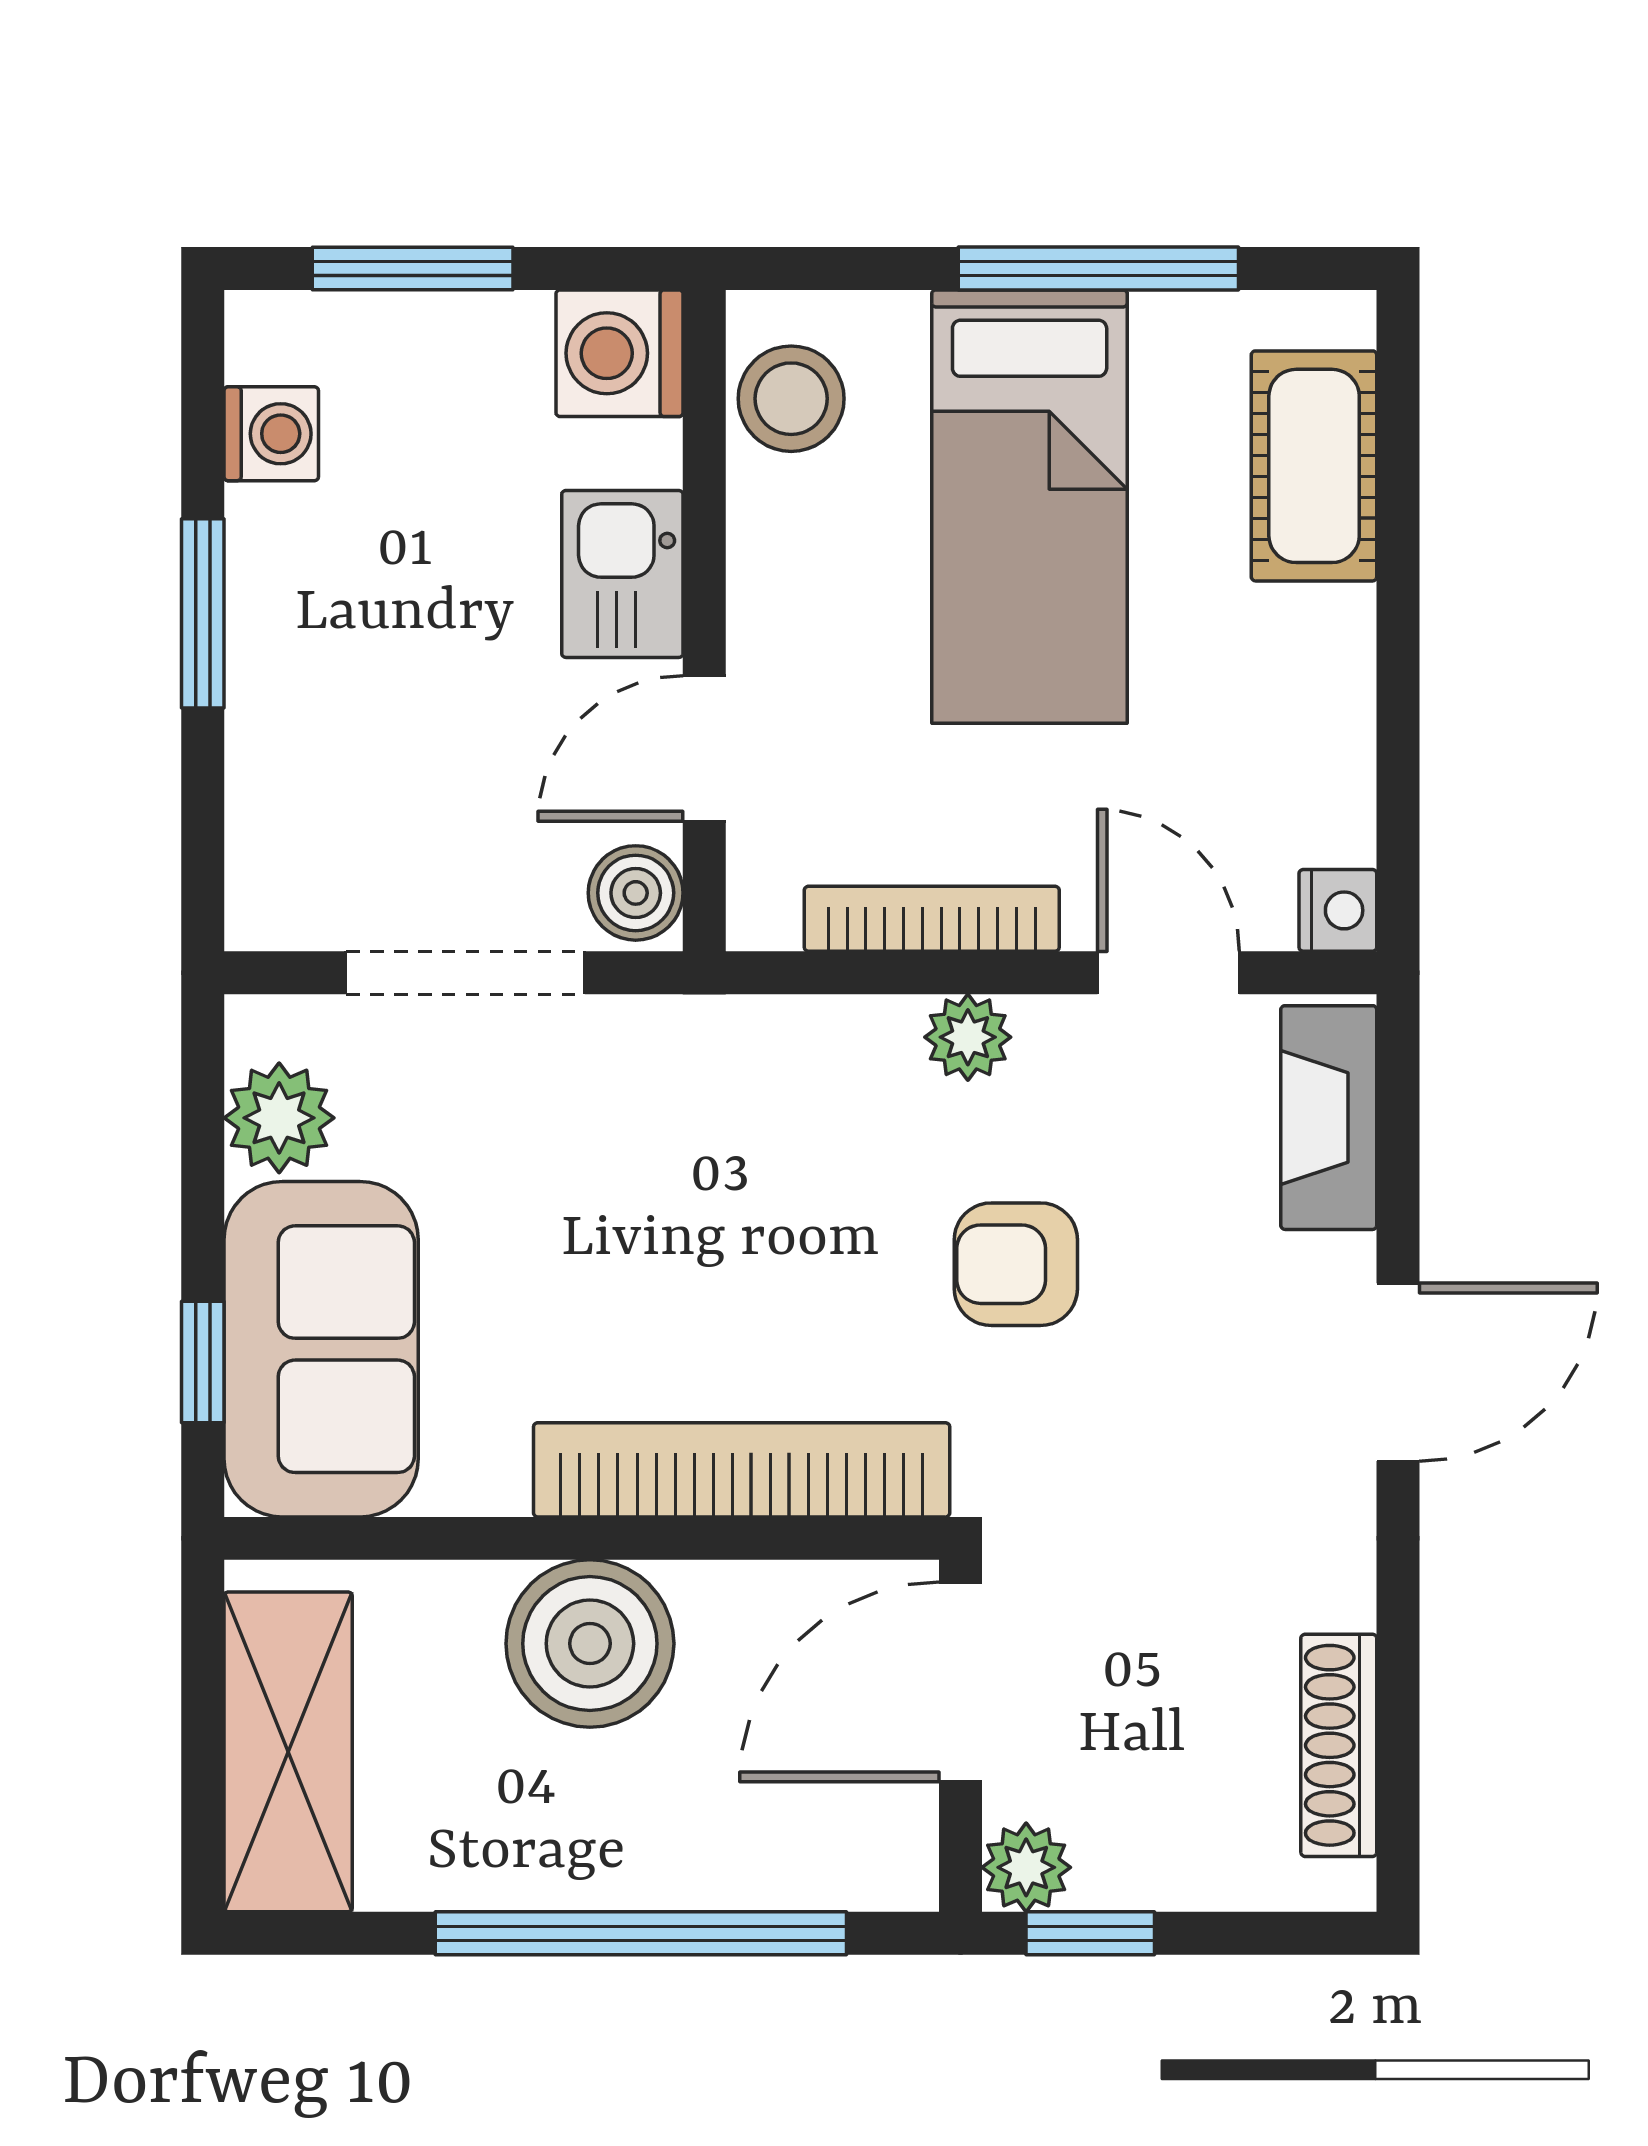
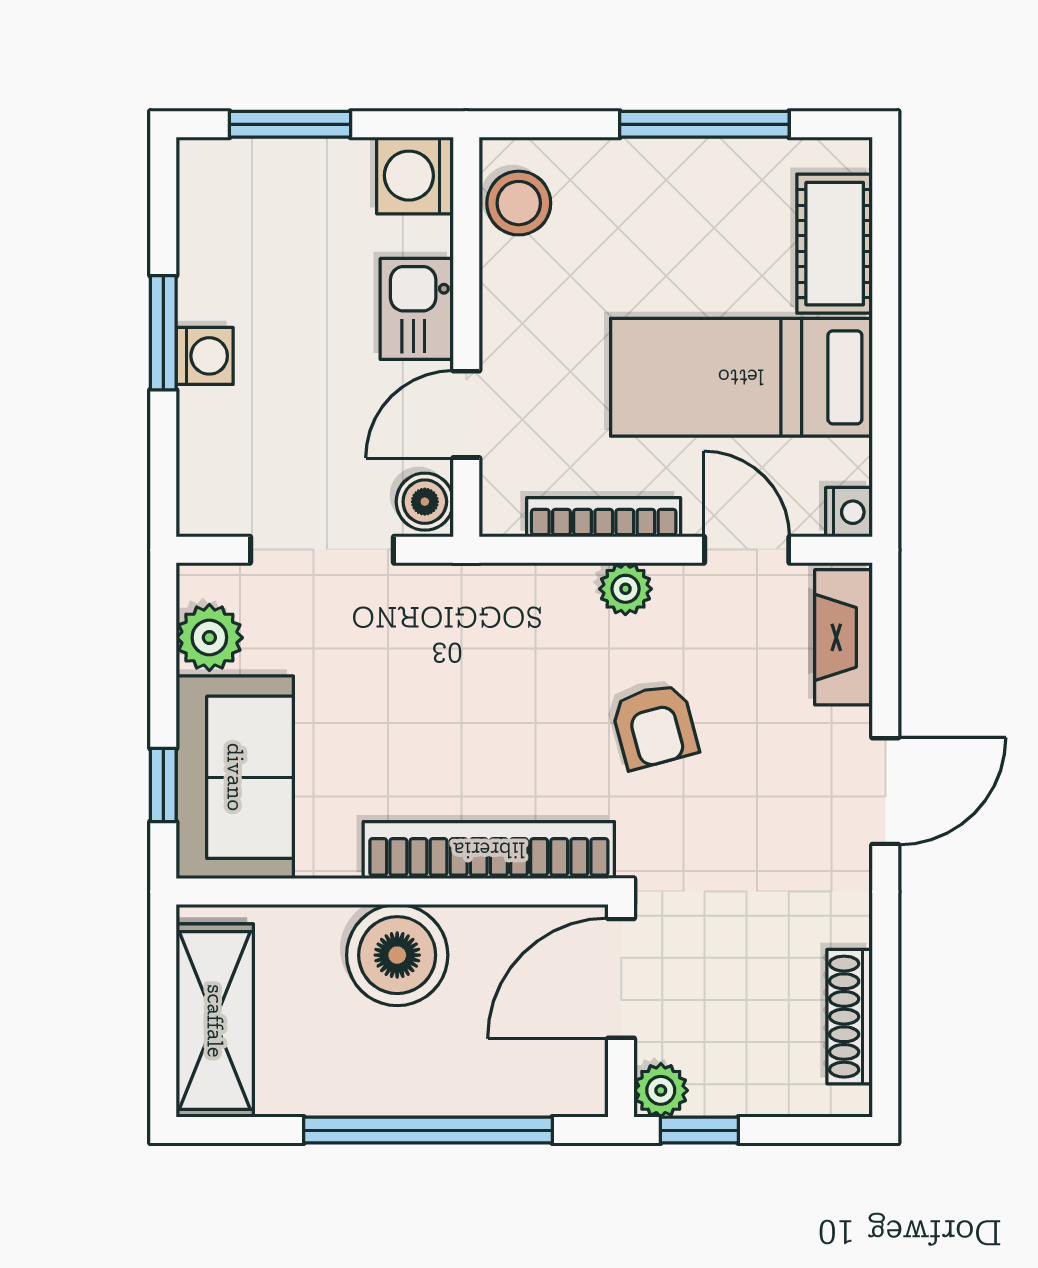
washing machine: (271, 434) -> (205, 356), moved
bed: (1030, 507) -> (741, 377), moved, turned 90
armchair: (1016, 1264) -> (655, 726), turned -105

